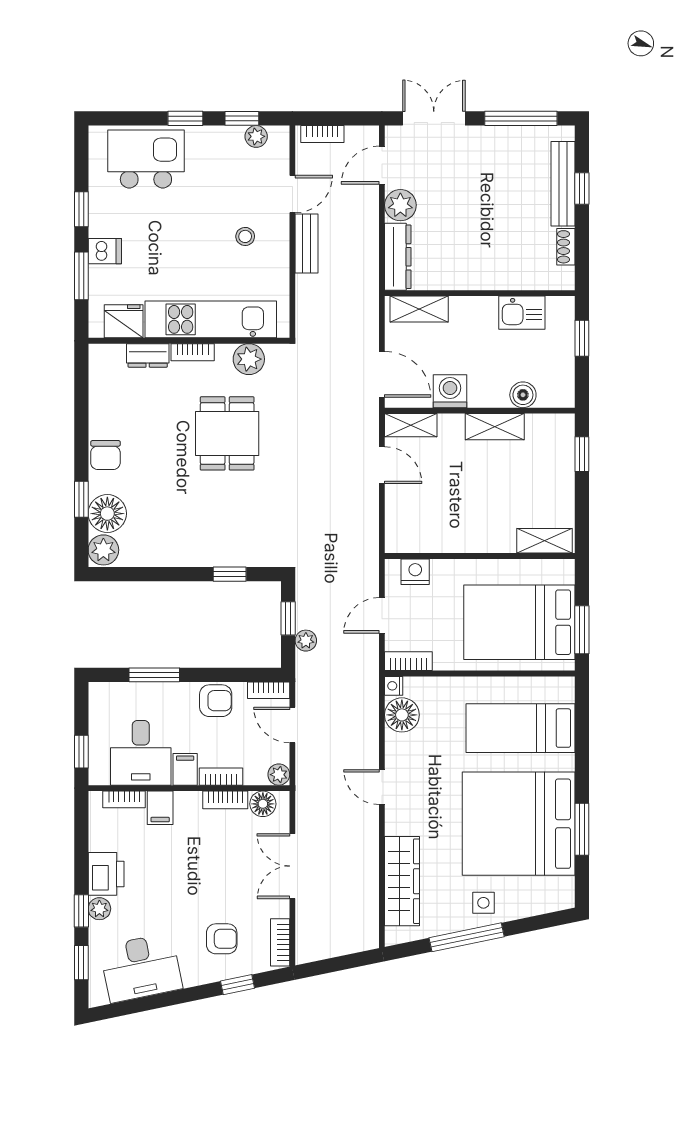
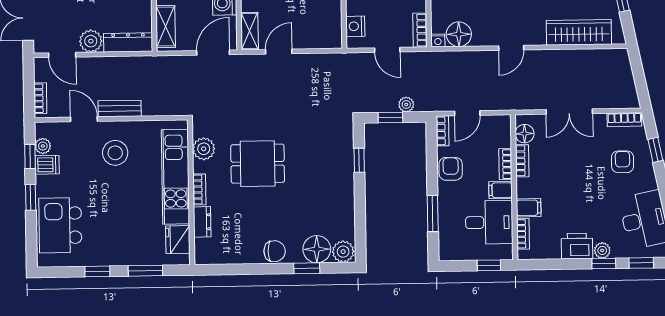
stool: (245, 236) -> (115, 153), width x1.89, depth x1.89
dishwasher: (105, 251) -> (47, 165), moved, turned 90
plant: (279, 775) -> (503, 122), removed

